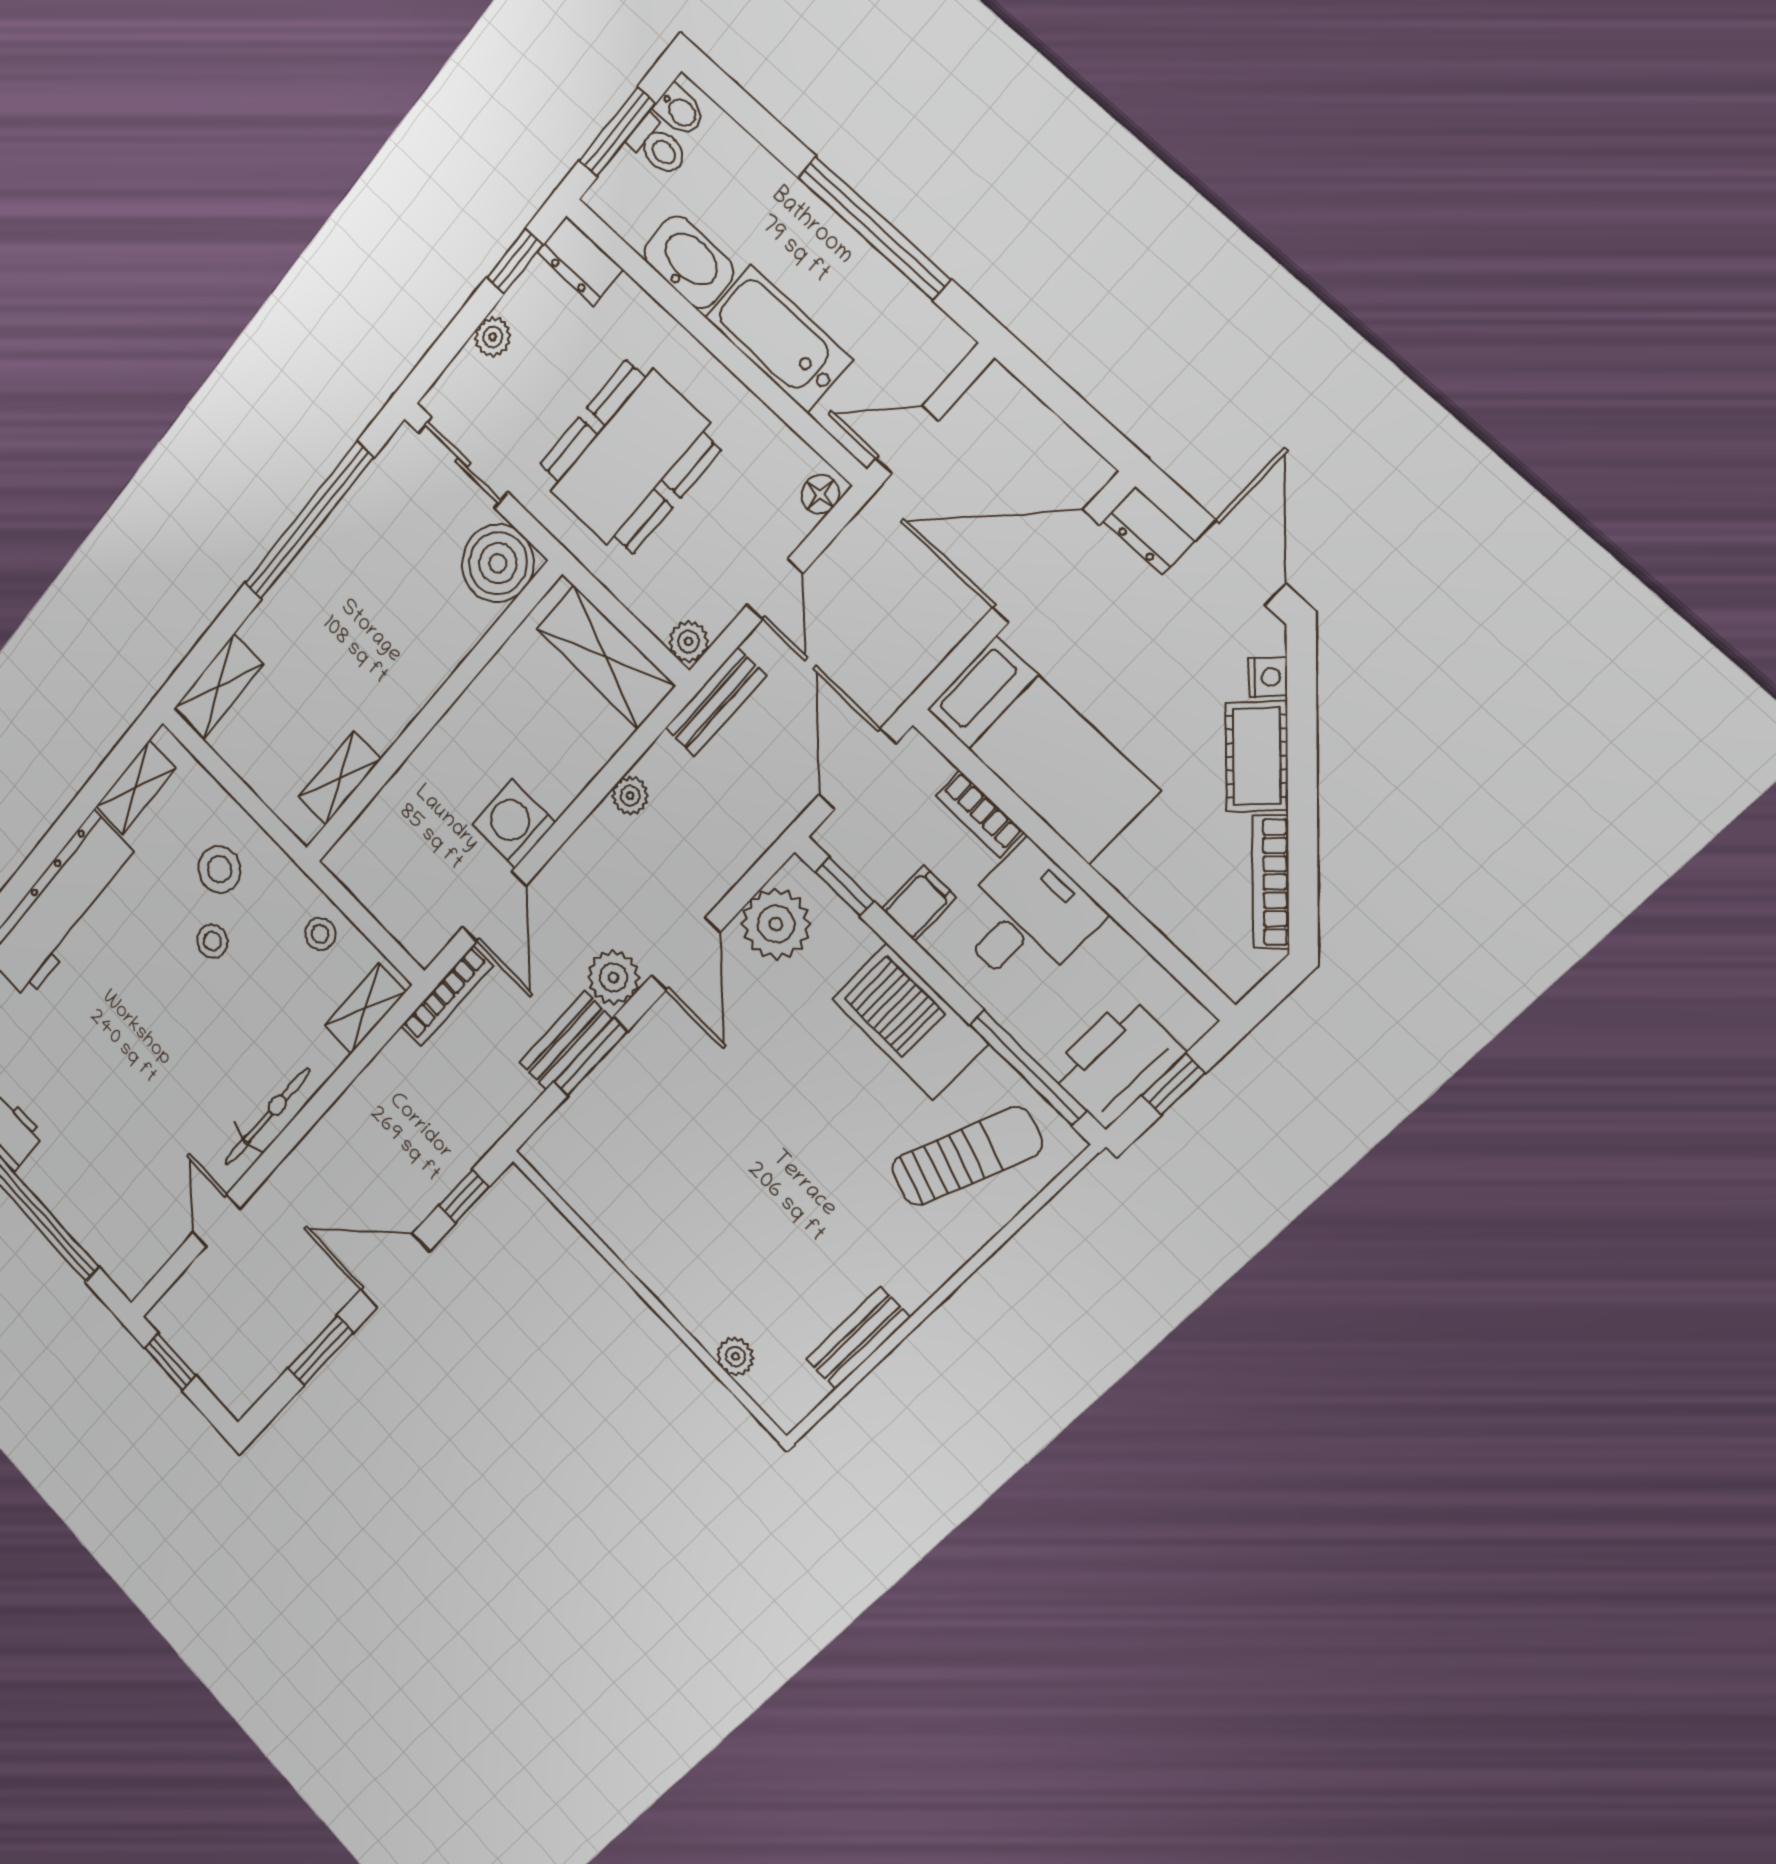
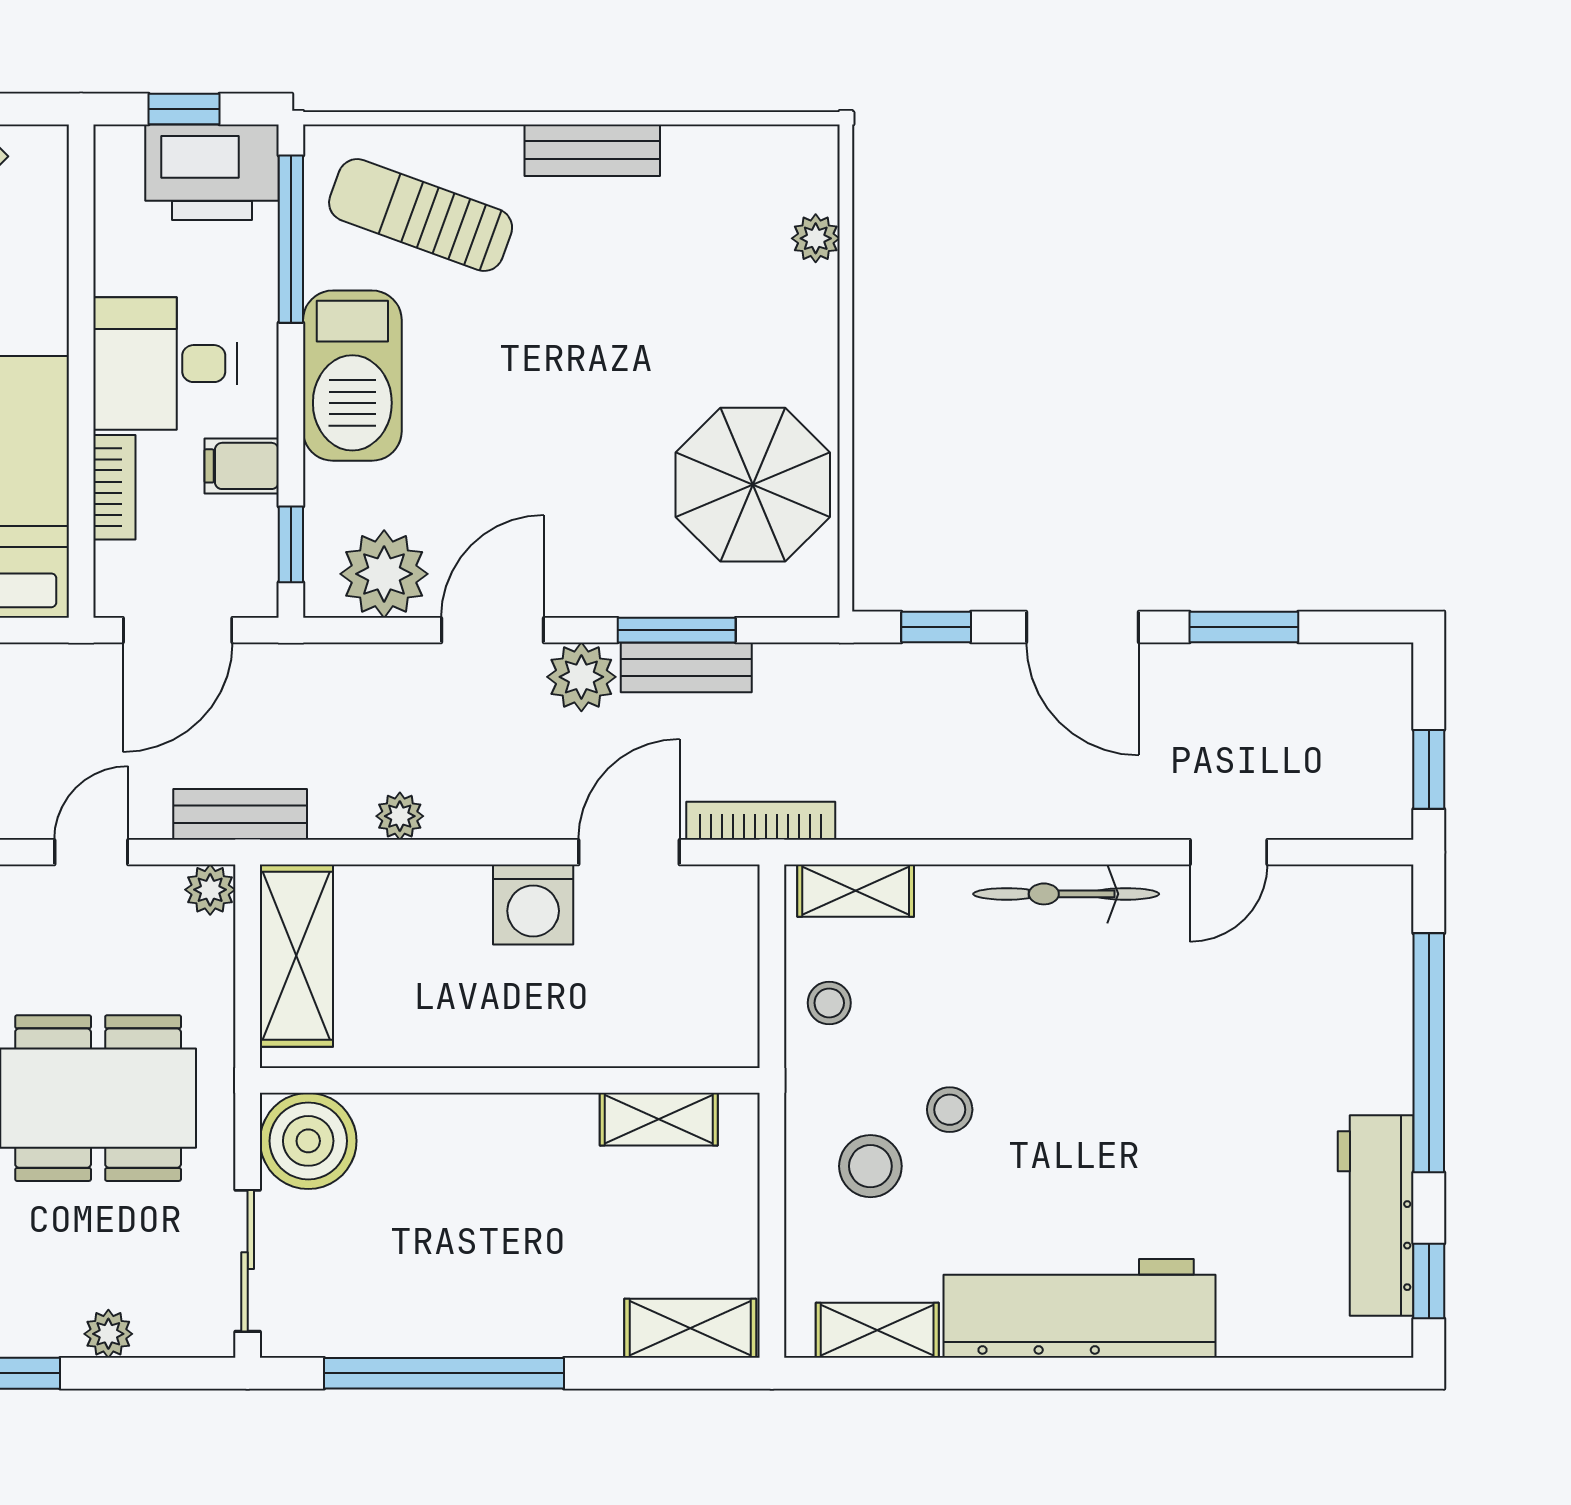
parasol: (631, 1180) -> (753, 485), added
bench: (858, 1338) -> (592, 150), moved

